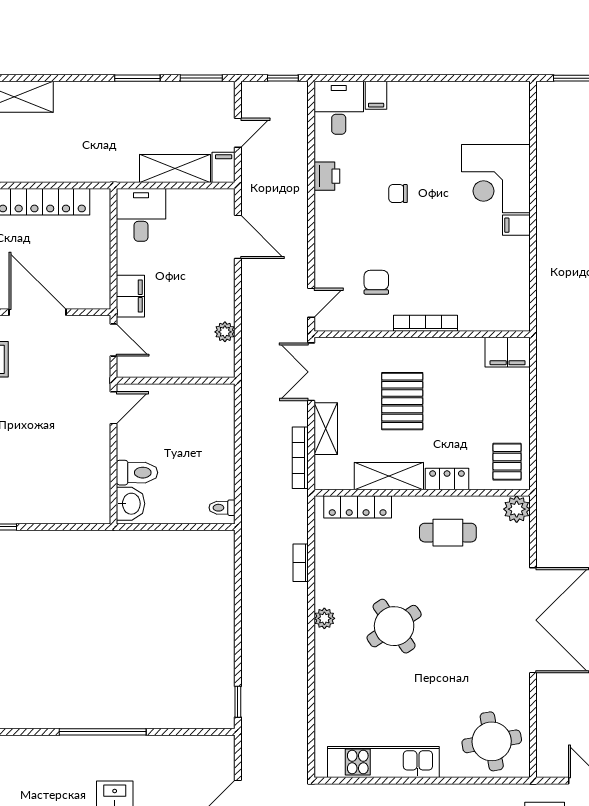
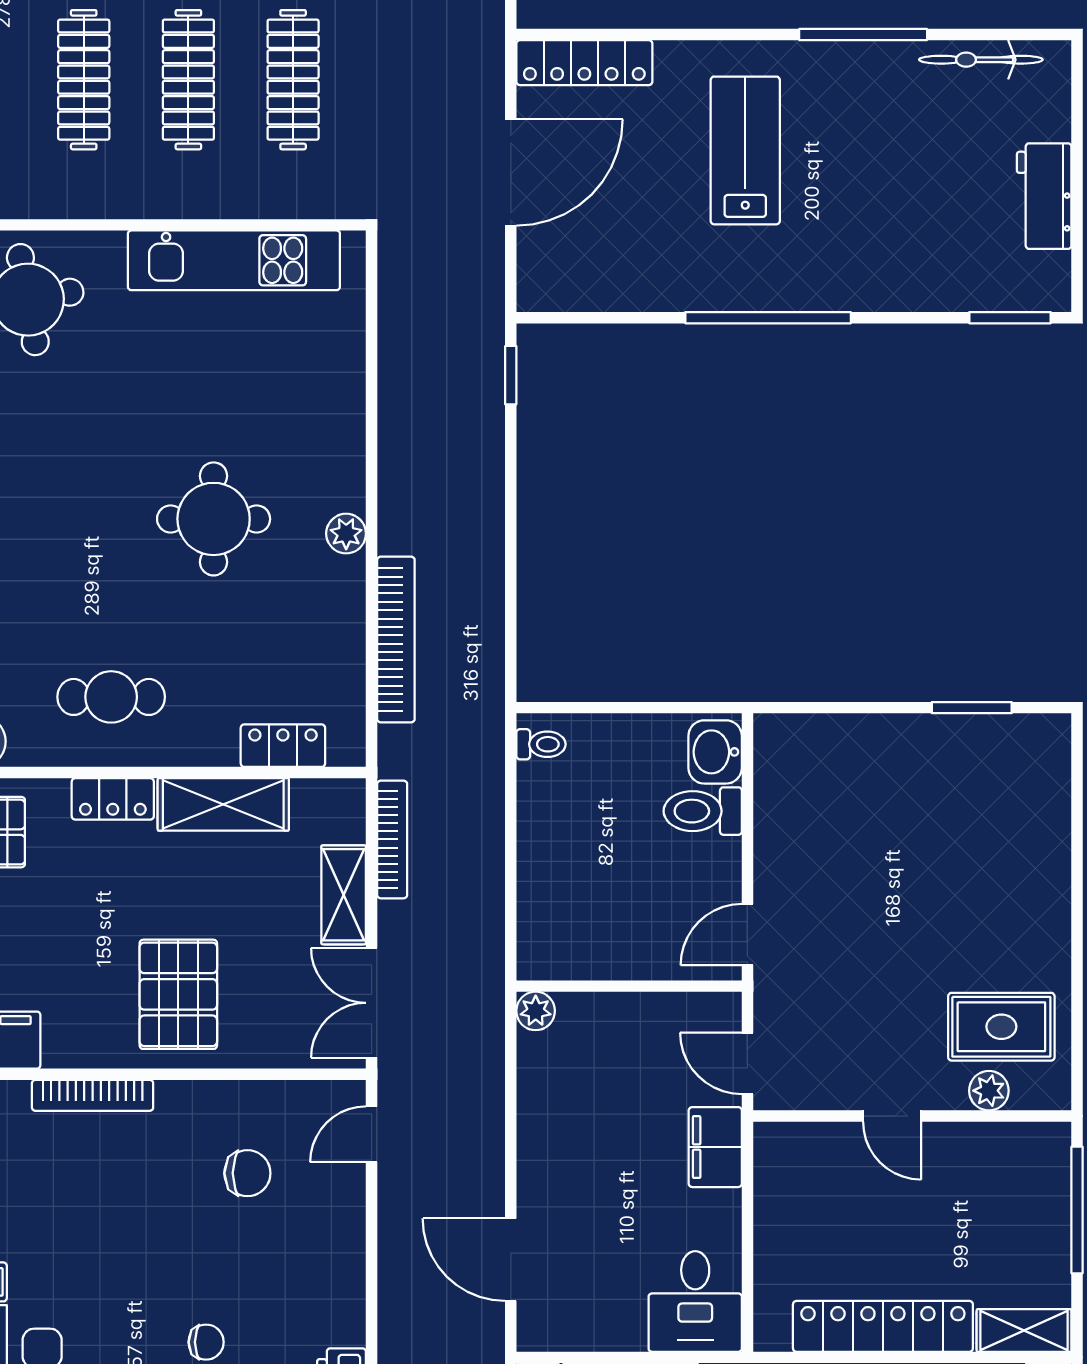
chair: (376, 282) -> (247, 1173), turned -90
door: (38, 312) -> (892, 1116), width x0.53
bookcase: (426, 323) -> (93, 1095), moved
plant: (225, 332) -> (536, 1011), moved
double door: (311, 372) -> (372, 1003), swing flipped
pallet: (402, 401) -> (178, 994), moved
locker: (358, 507) -> (283, 746), width x0.66
bookcase: (301, 563) -> (396, 640), width x2.31, depth x1.31
round table: (394, 626) -> (214, 519), turned 34

